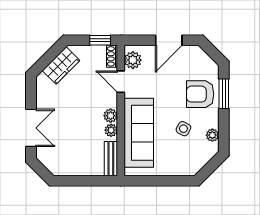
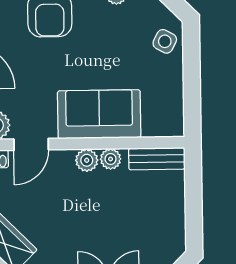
side table: (183, 129) -> (165, 41), moved
sofa: (139, 133) -> (99, 114), width x0.73

